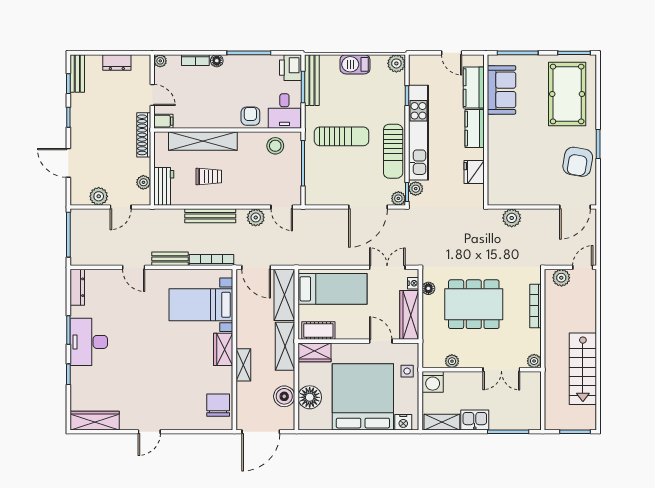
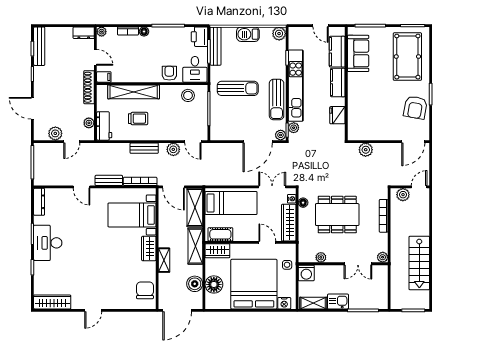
dresser: (117, 62) -> (84, 33), moved
bench: (77, 73) -> (39, 46), width x1.36
bench: (210, 216) -> (144, 148), width x0.73

